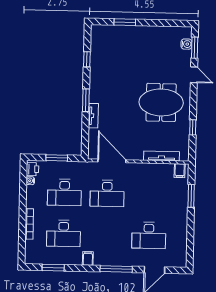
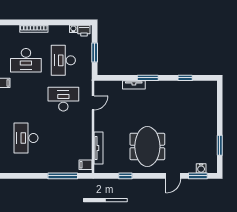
window: (125, 22) -> (220, 145), moved
door: (112, 161) -> (93, 103), width x0.53
desk: (107, 193) -> (63, 99), turned 90
window: (191, 196) -> (63, 176), width x1.44
desk: (64, 233) -> (26, 60), turned -90

